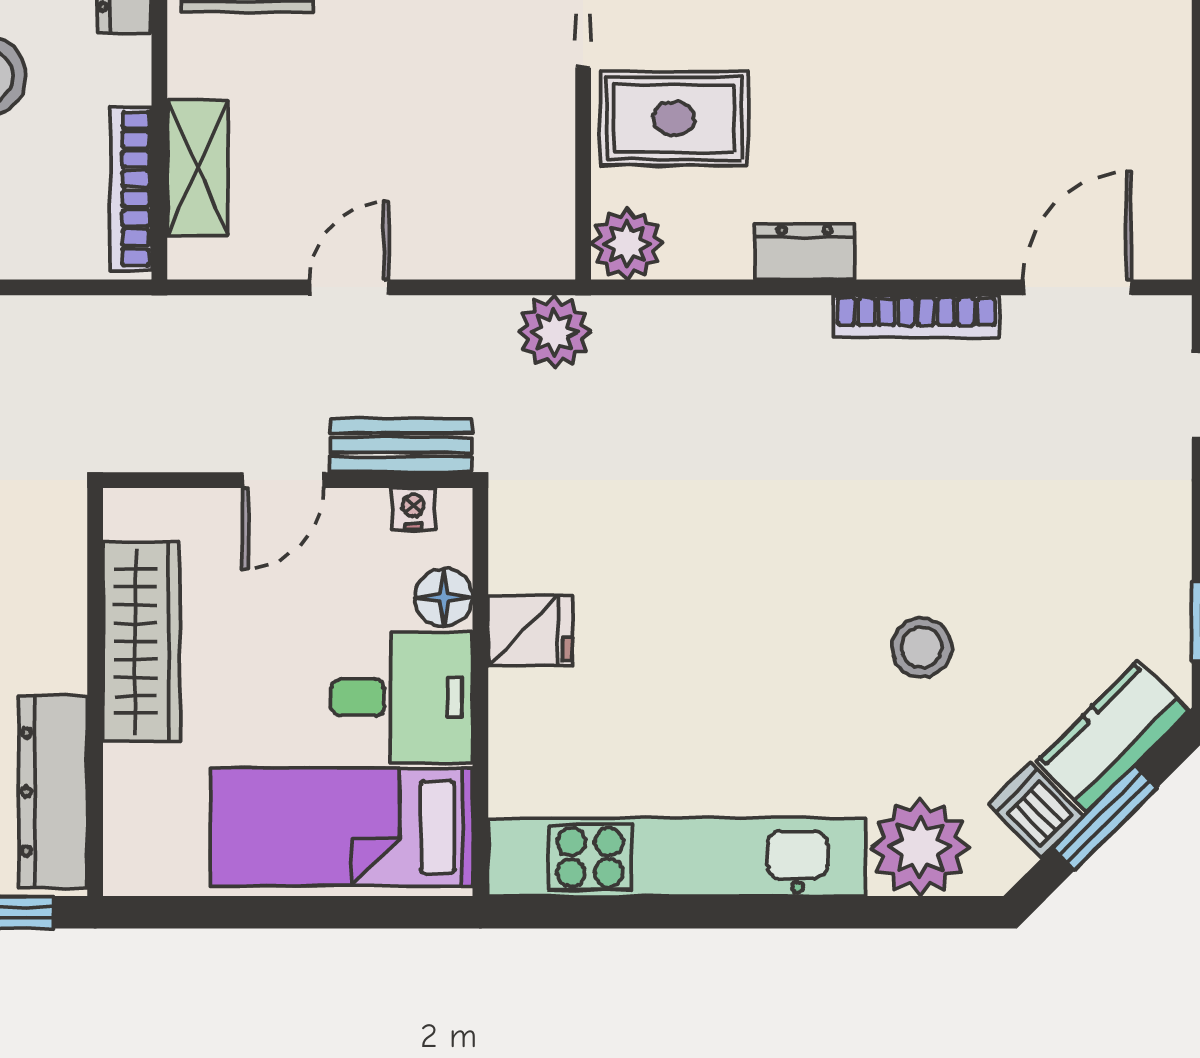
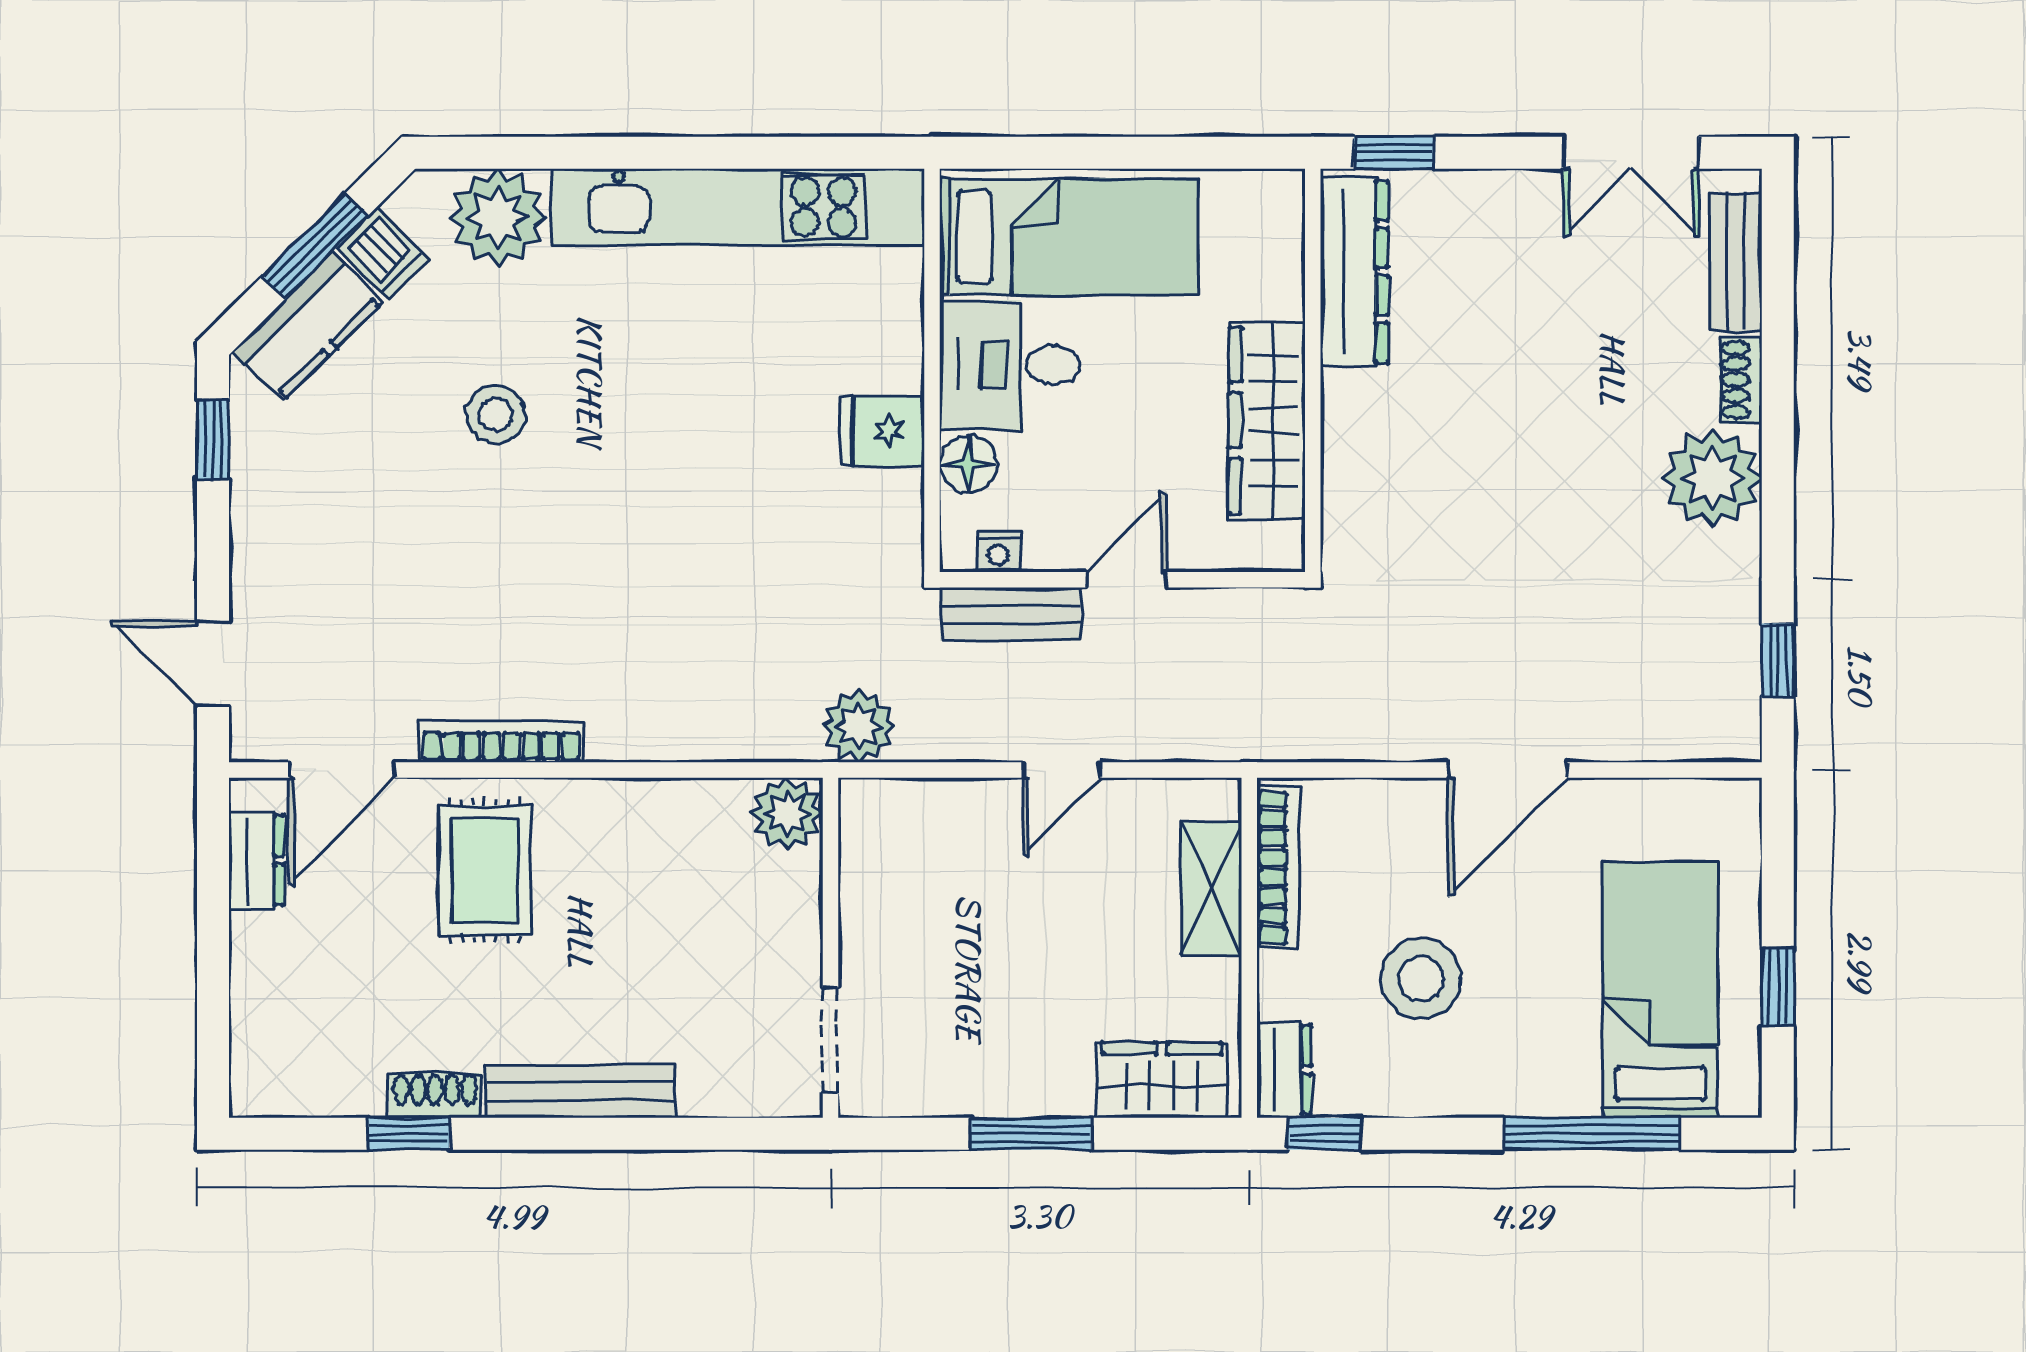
rug: (674, 118) -> (485, 870), moved, turned 90
dresser: (805, 252) -> (256, 860), moved, turned -90

